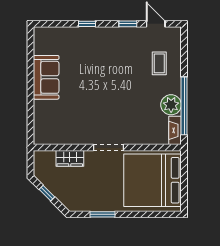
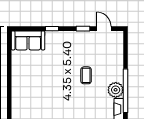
coffee table: (159, 63) -> (86, 75), moved
sofa: (46, 77) -> (28, 40), moved, turned 90

